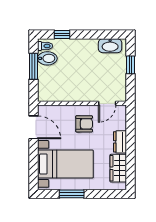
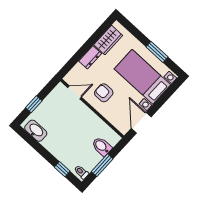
bidet: (47, 58) -> (102, 146), moved

